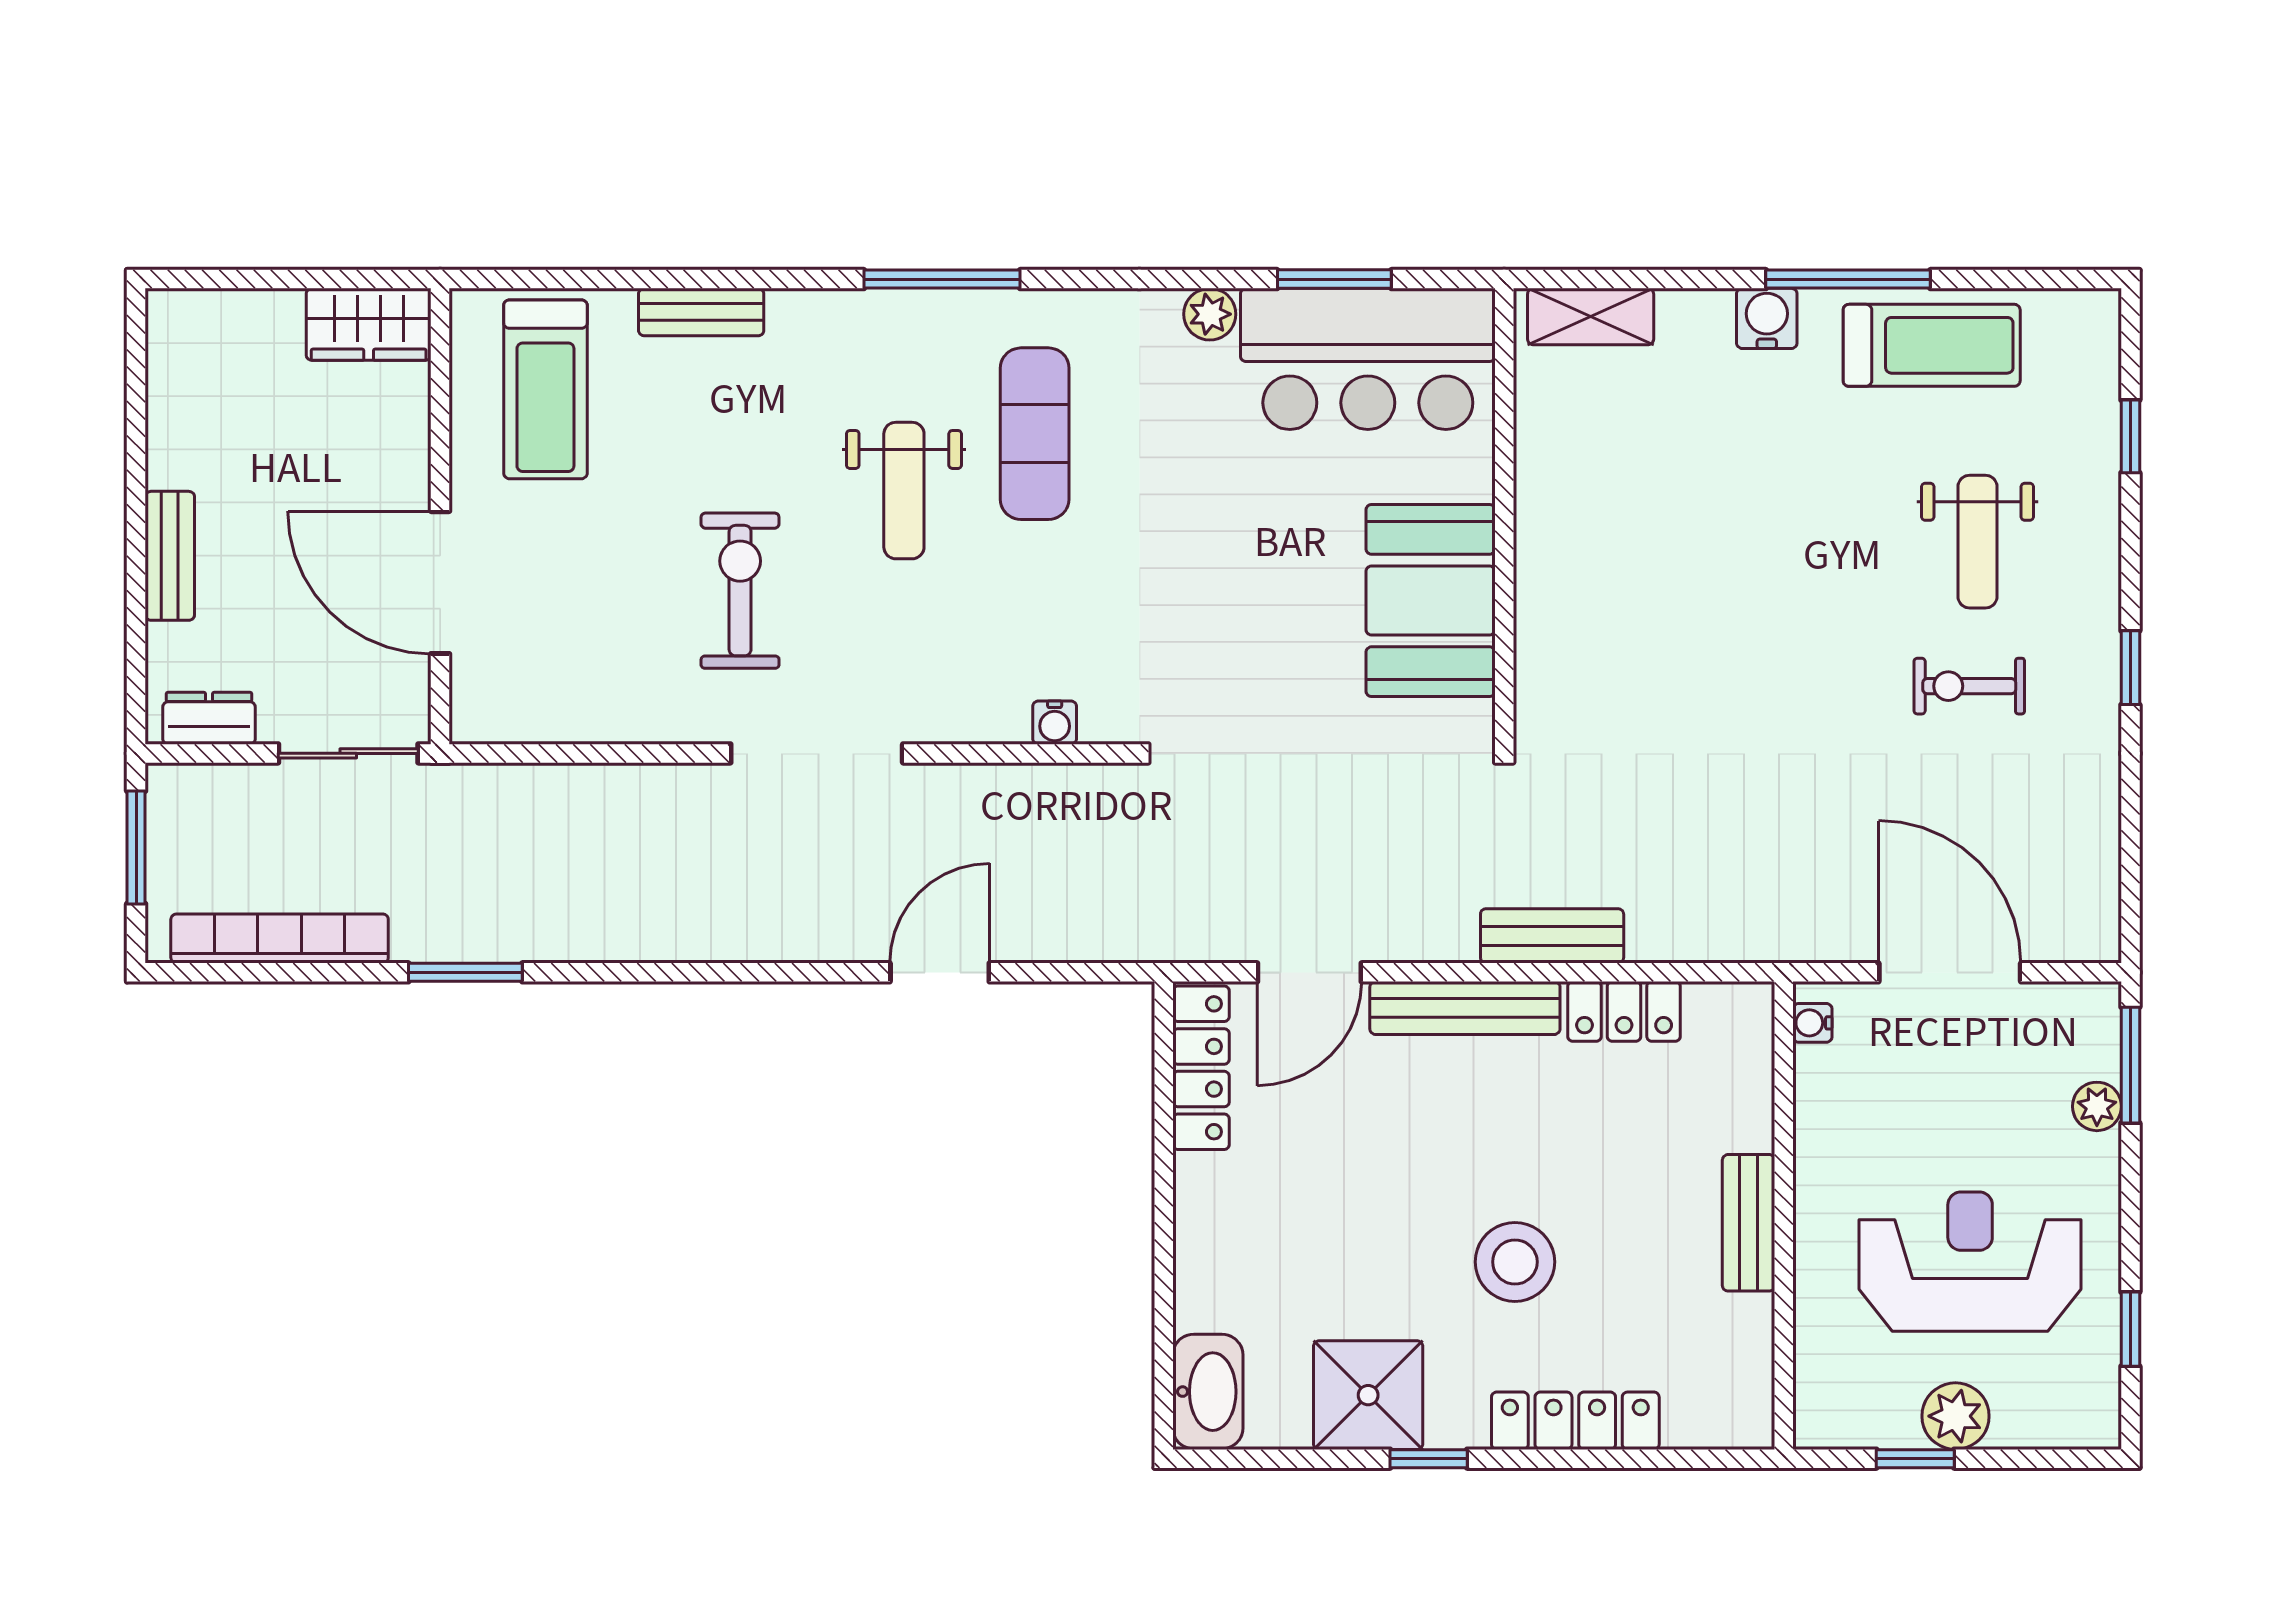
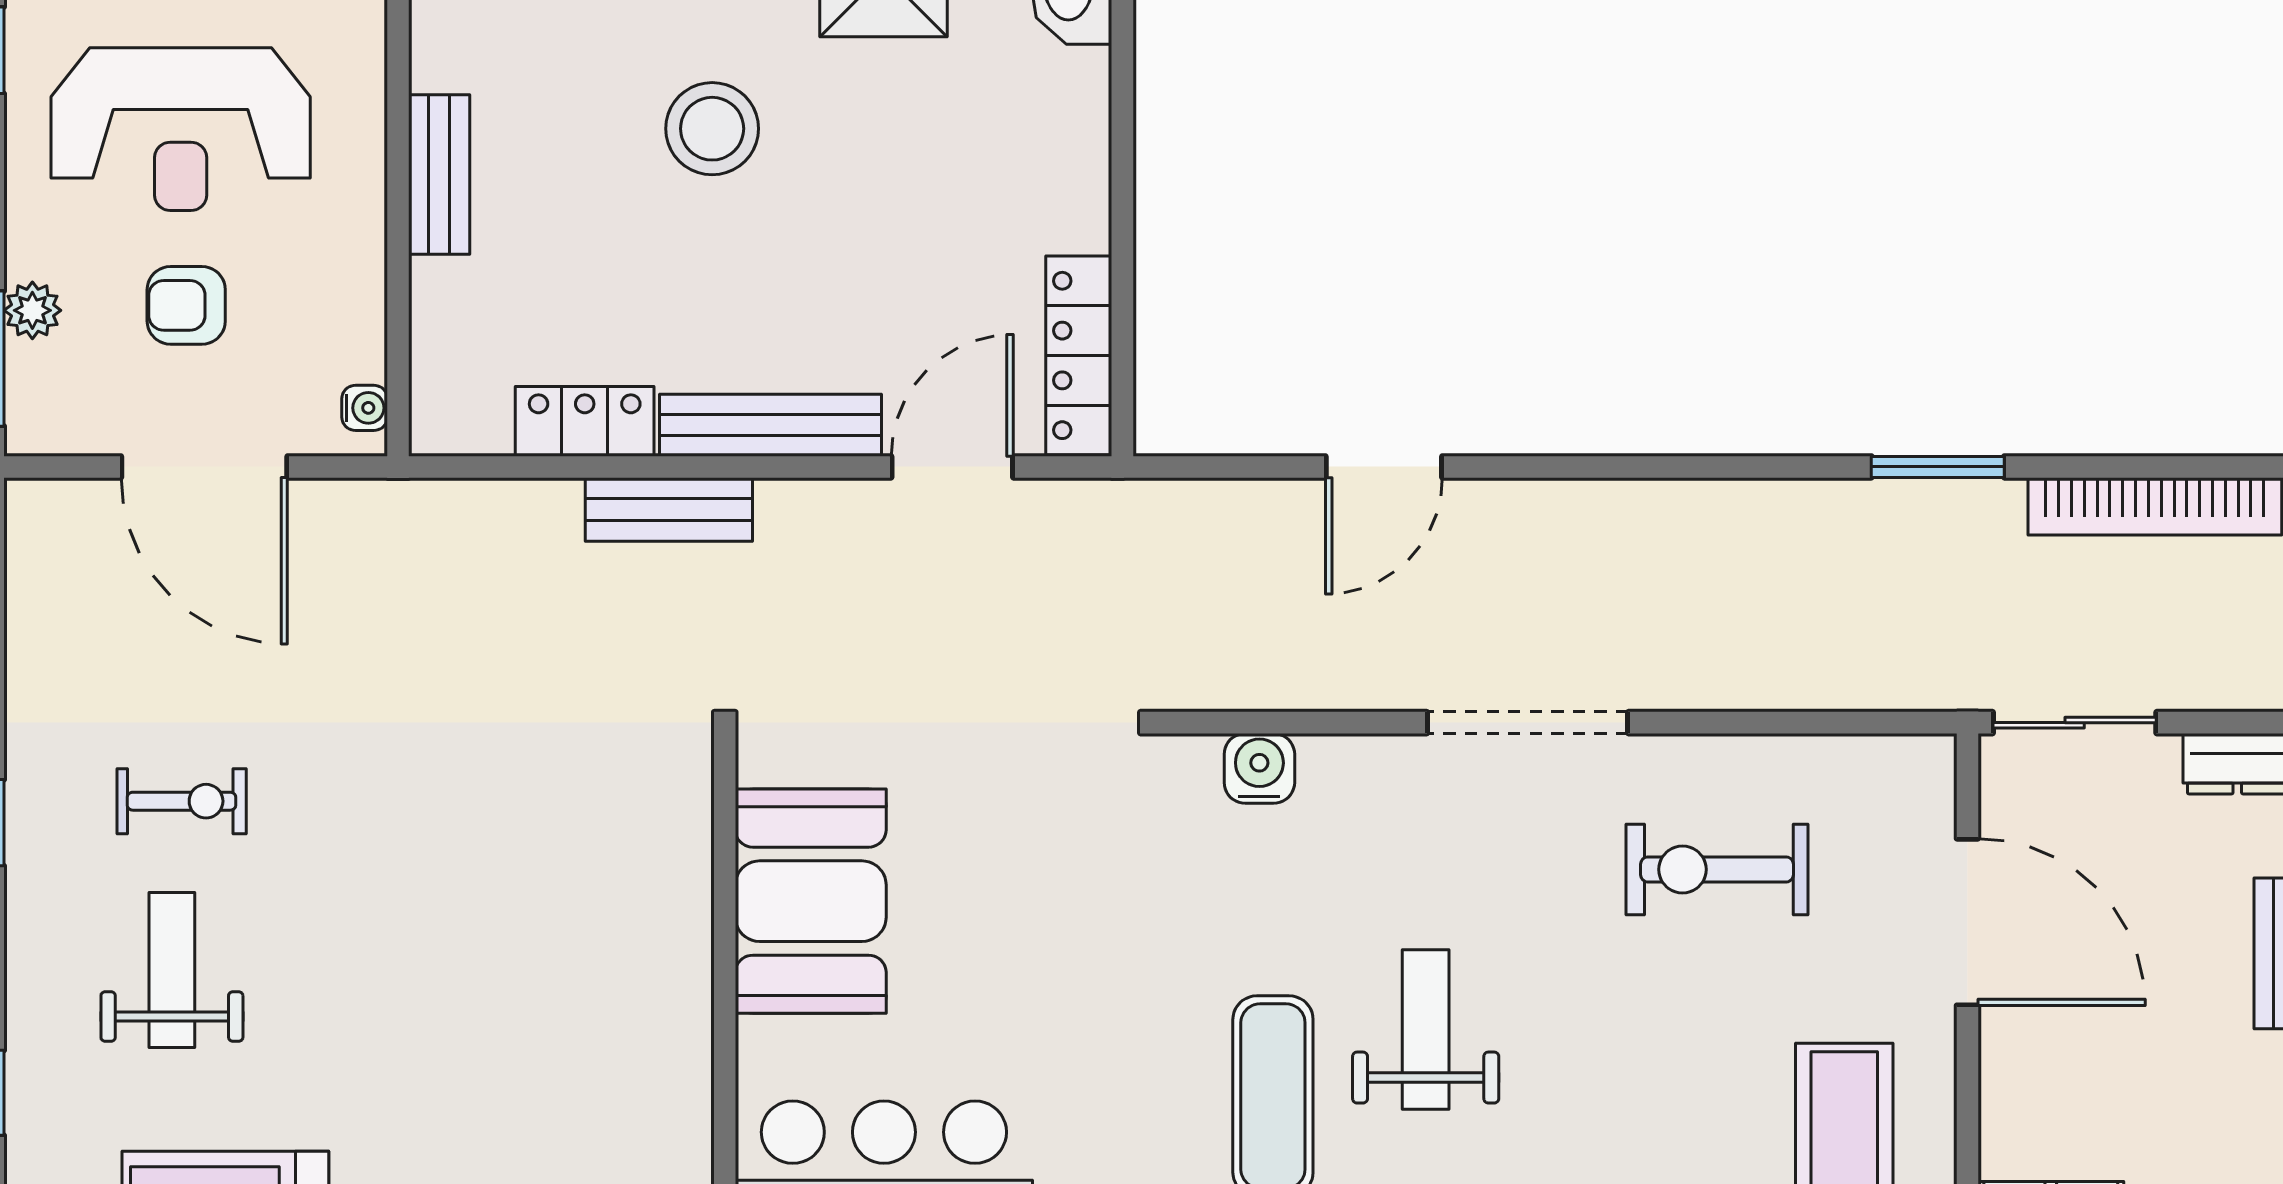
exercise bike: (740, 591) -> (1717, 869), moved, turned 90
water cooler: (1055, 723) -> (1259, 768), width x1.38, depth x1.38
armchair: (1965, 1111) -> (186, 305), added

